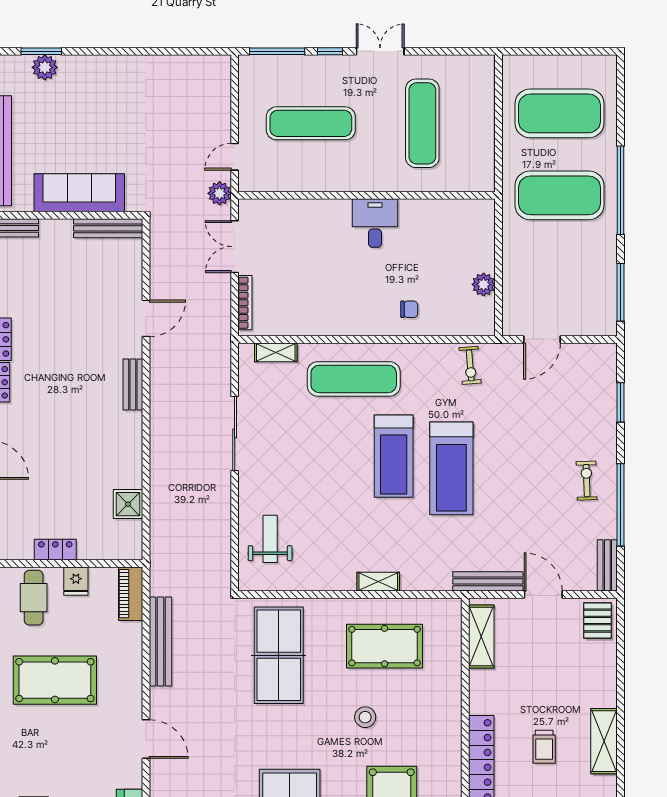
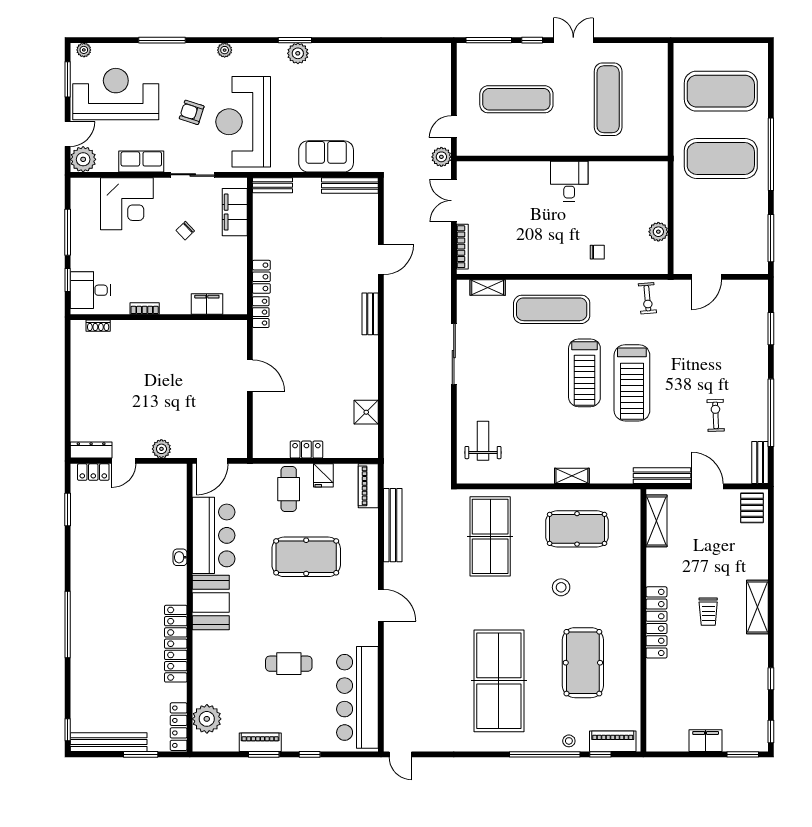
sofa: (79, 193) -> (326, 156), width x0.73
exercise bike: (587, 481) -> (716, 415), moved

